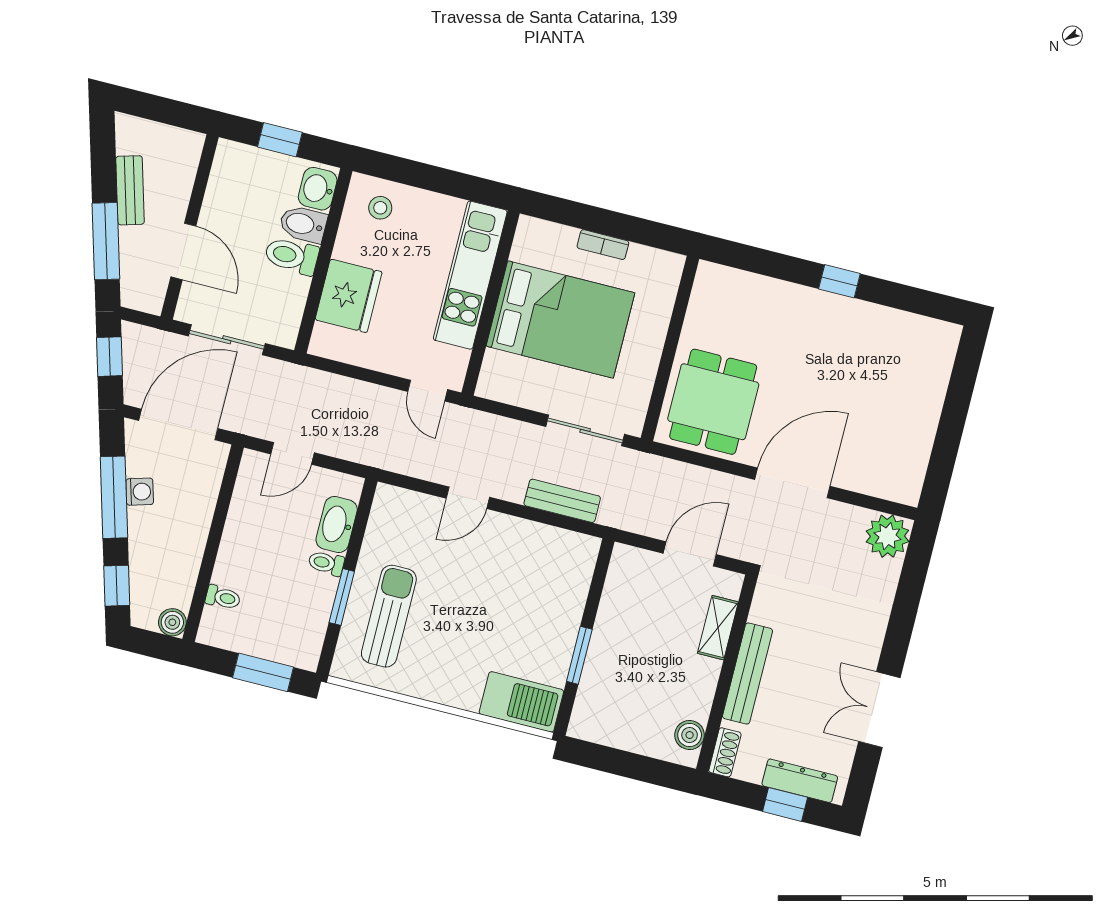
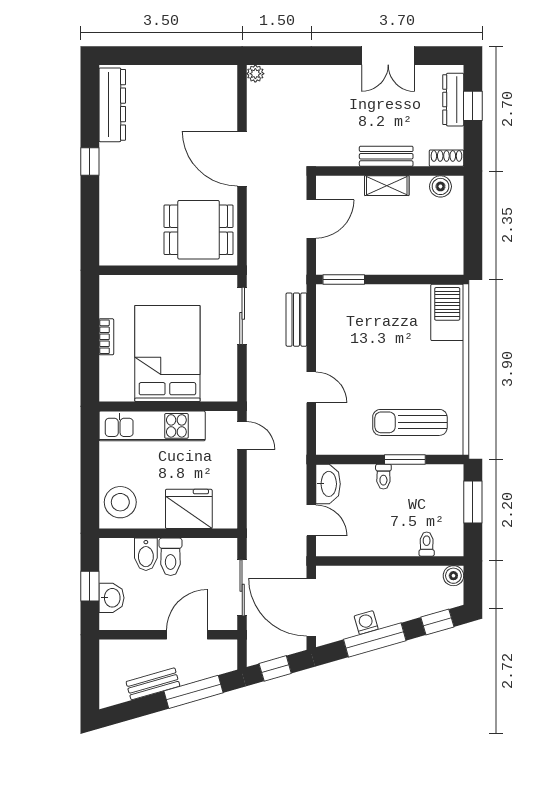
washbasin: (318, 189) -> (112, 598), moved, turned -90
stool: (380, 208) -> (120, 502), width x1.89, depth x1.89
dresser: (907, 330) -> (112, 105), added
door: (428, 391) -> (242, 435), hinge flipped
washbasin: (337, 524) -> (328, 484), moved, turned -90
plant: (887, 536) -> (255, 74), width x0.53, depth x0.53
door: (690, 554) -> (311, 219), swing flipped
shelving: (718, 628) -> (387, 186), moved
window: (579, 655) -> (344, 279), moved
bench: (747, 674) -> (386, 156), width x0.73

